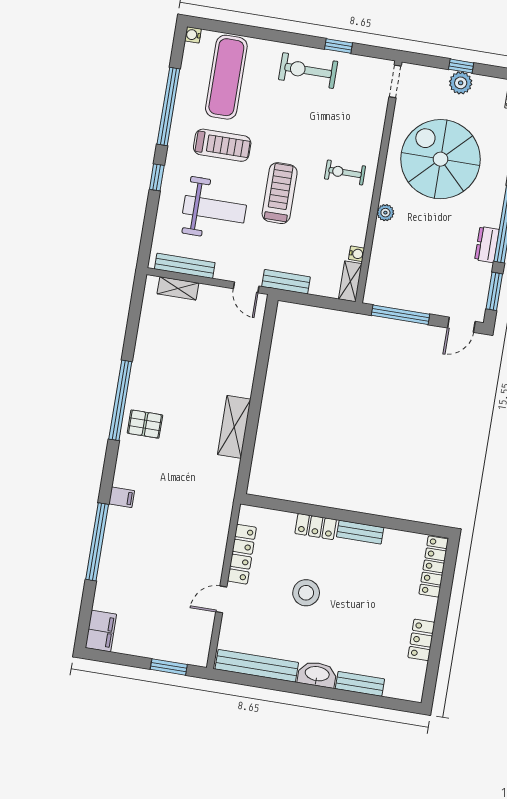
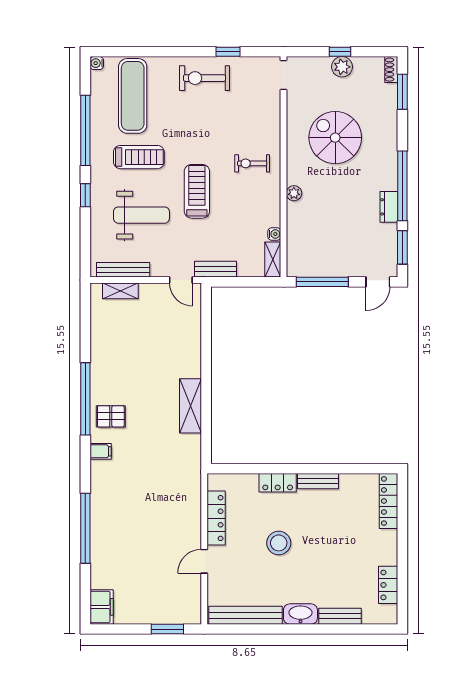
spiral stairs: (440, 159) -> (335, 138), width x0.73, depth x0.73
filing cabinet: (122, 497) -> (101, 451), moved
locker: (421, 640) -> (388, 585), moved

